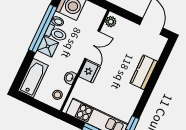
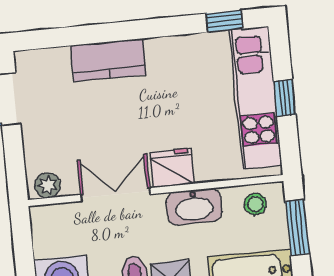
washbasin: (70, 77) -> (194, 207), width x1.91, depth x1.45
window: (39, 105) -> (297, 228), added

